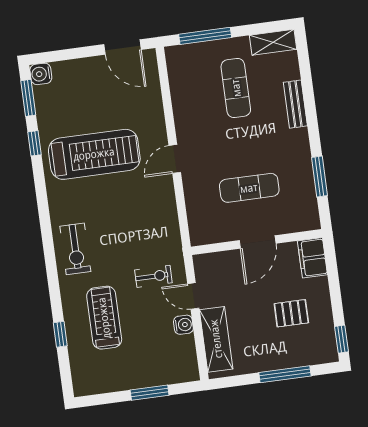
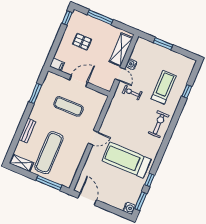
exercise mat: (236, 88) -> (49, 153), width x1.36, depth x1.45
filing cabinet: (312, 258) -> (57, 65), width x0.50
treadmill: (104, 318) -> (164, 87), turned 180

